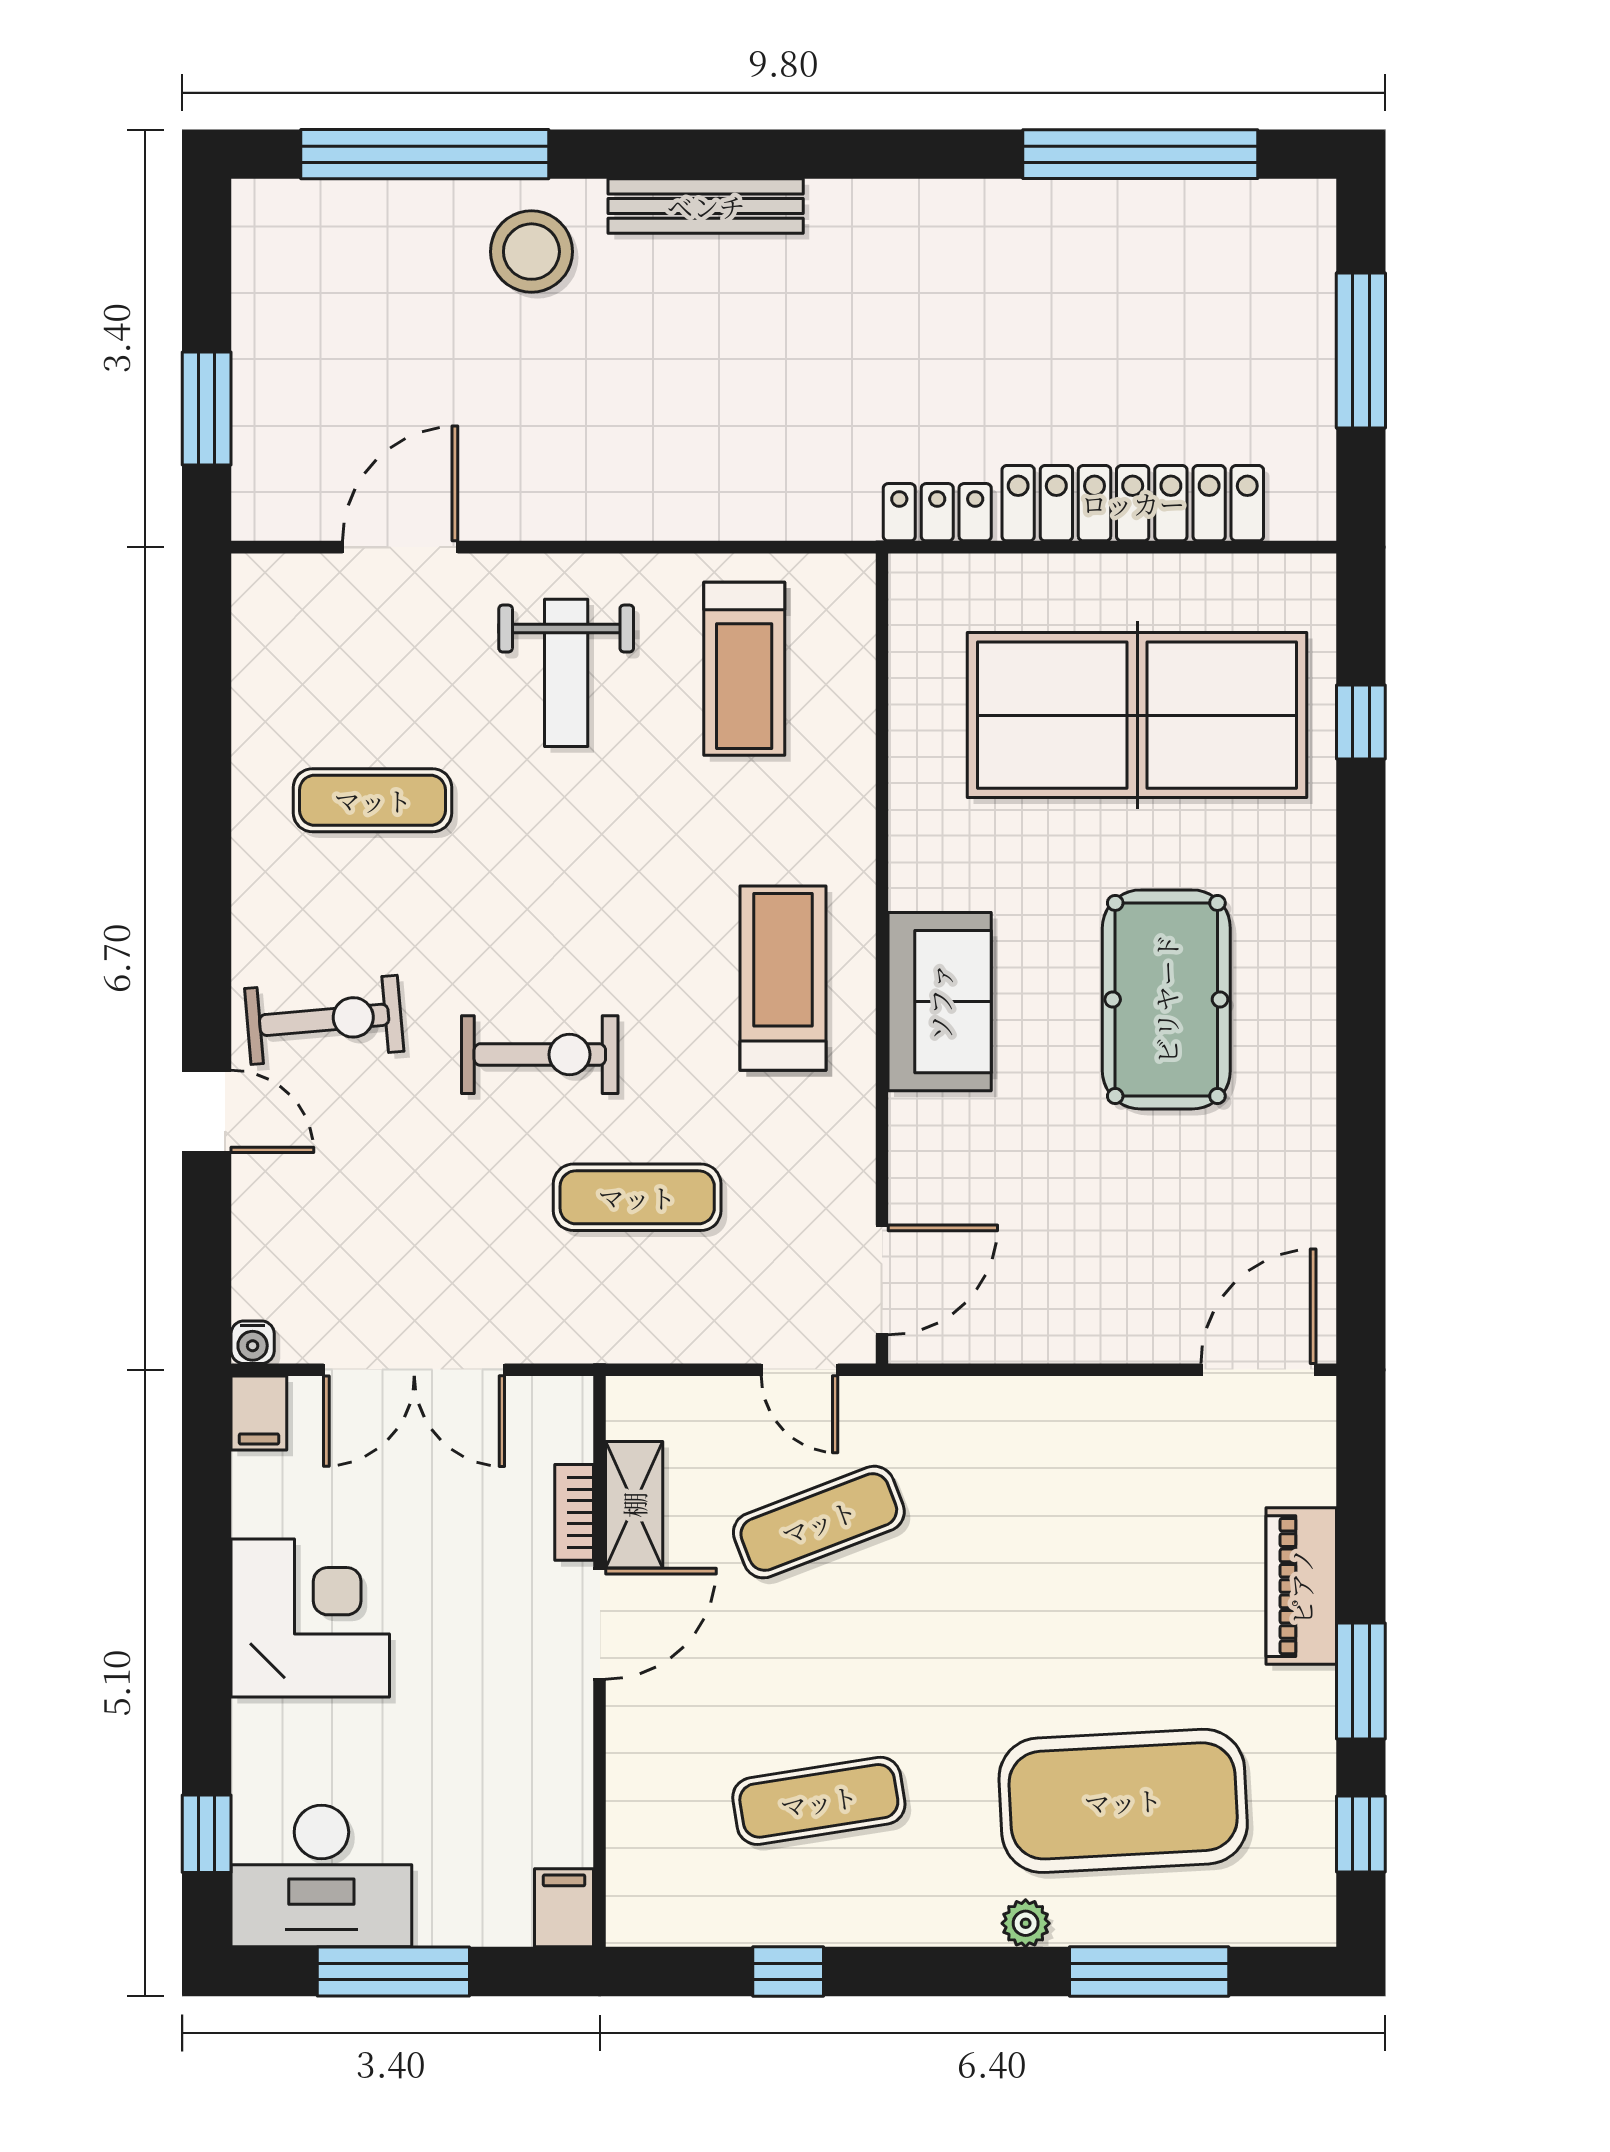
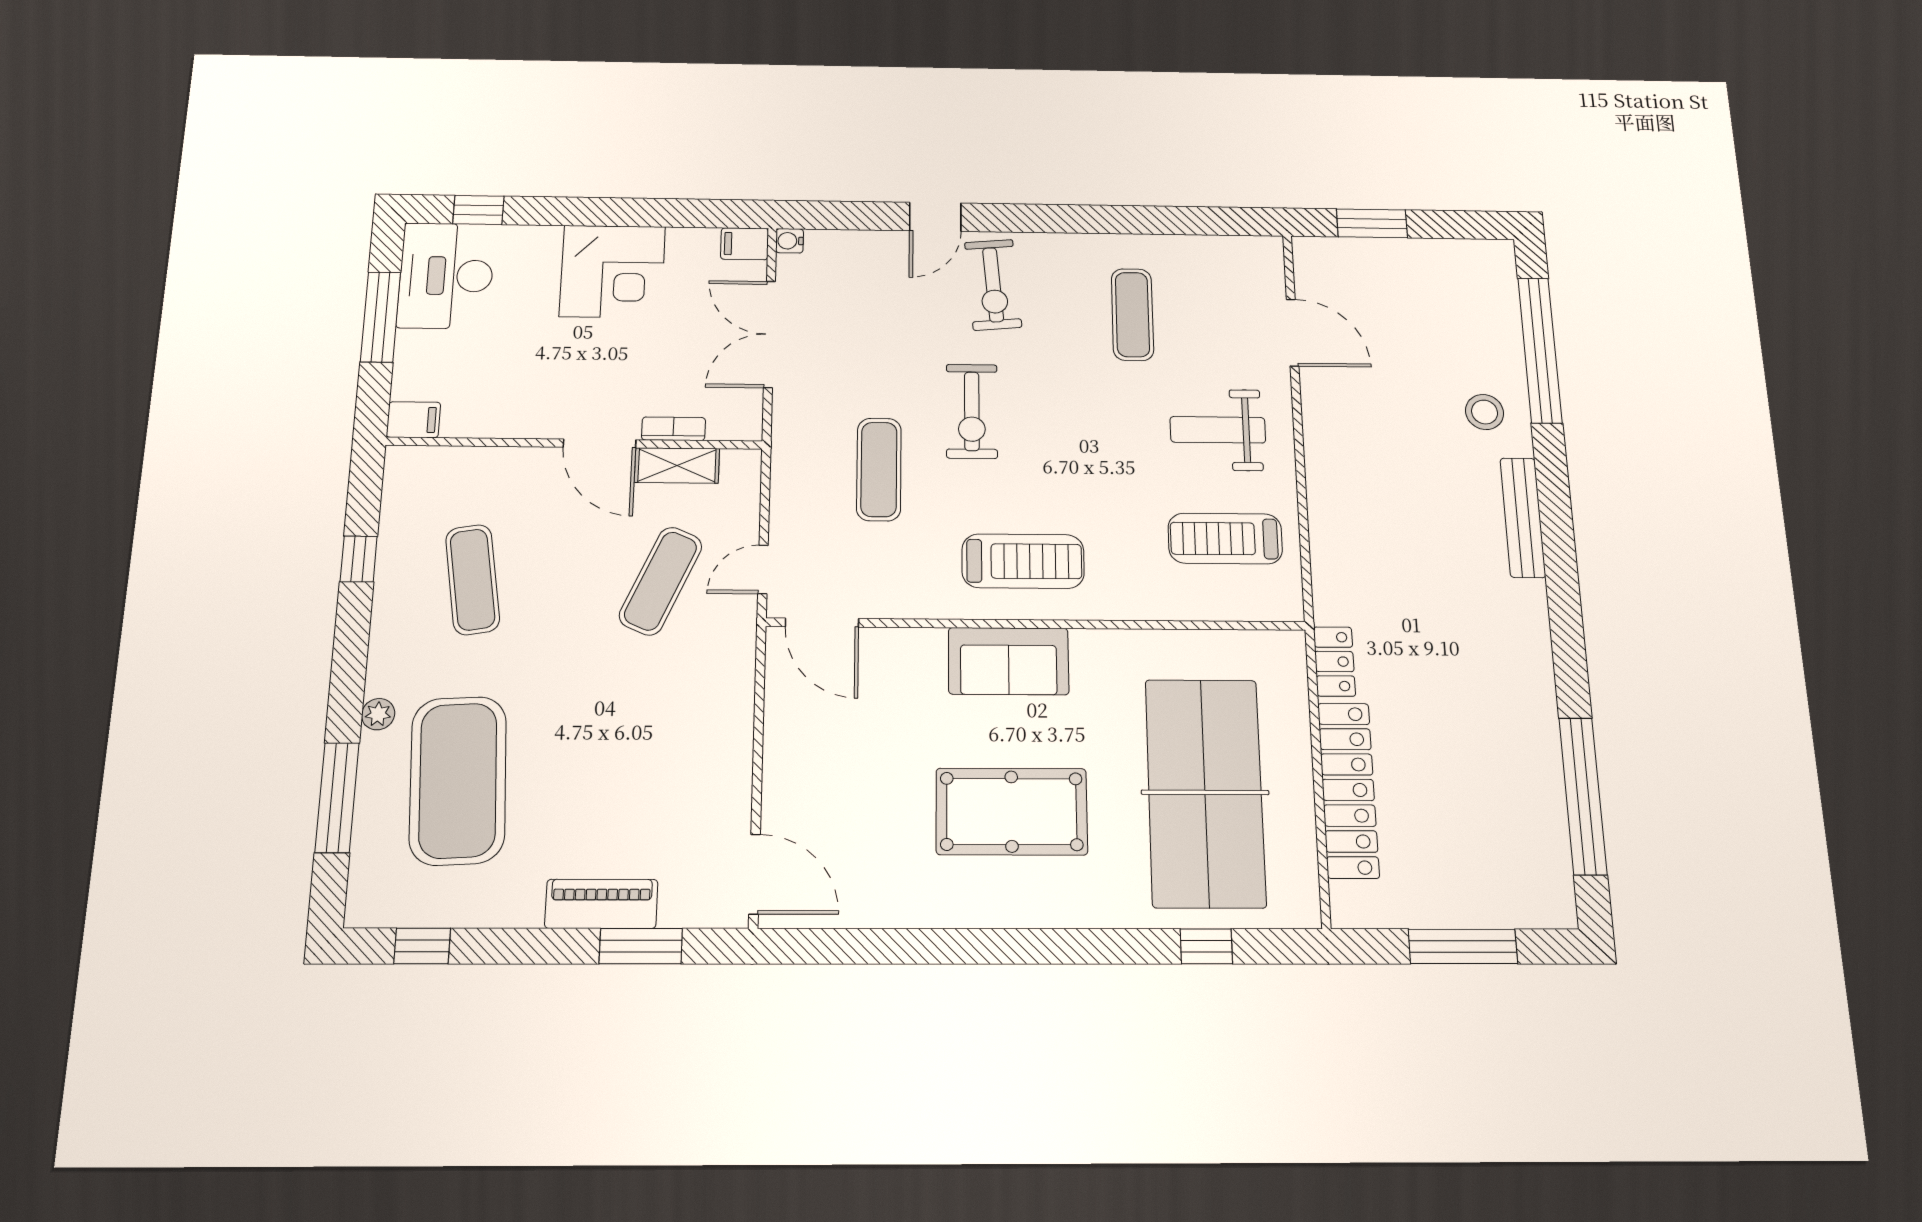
stool: (531, 252) -> (1485, 412), width x0.73, depth x0.73
exercise mat: (819, 1522) -> (661, 581), turned 45
window: (1361, 1681) -> (641, 946), moved

